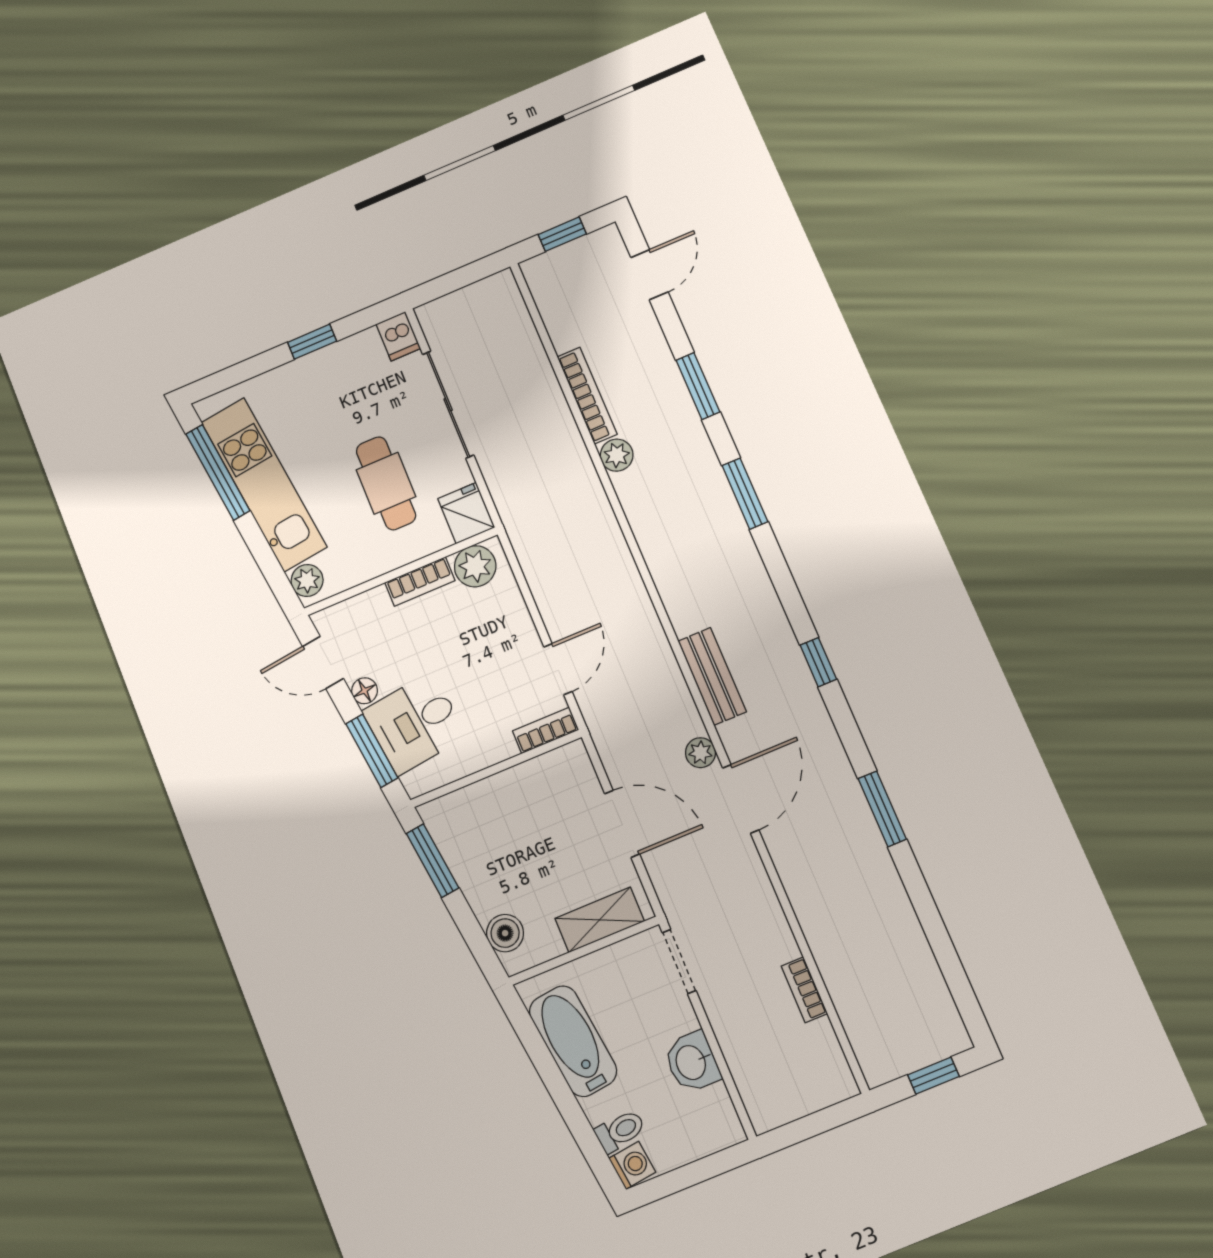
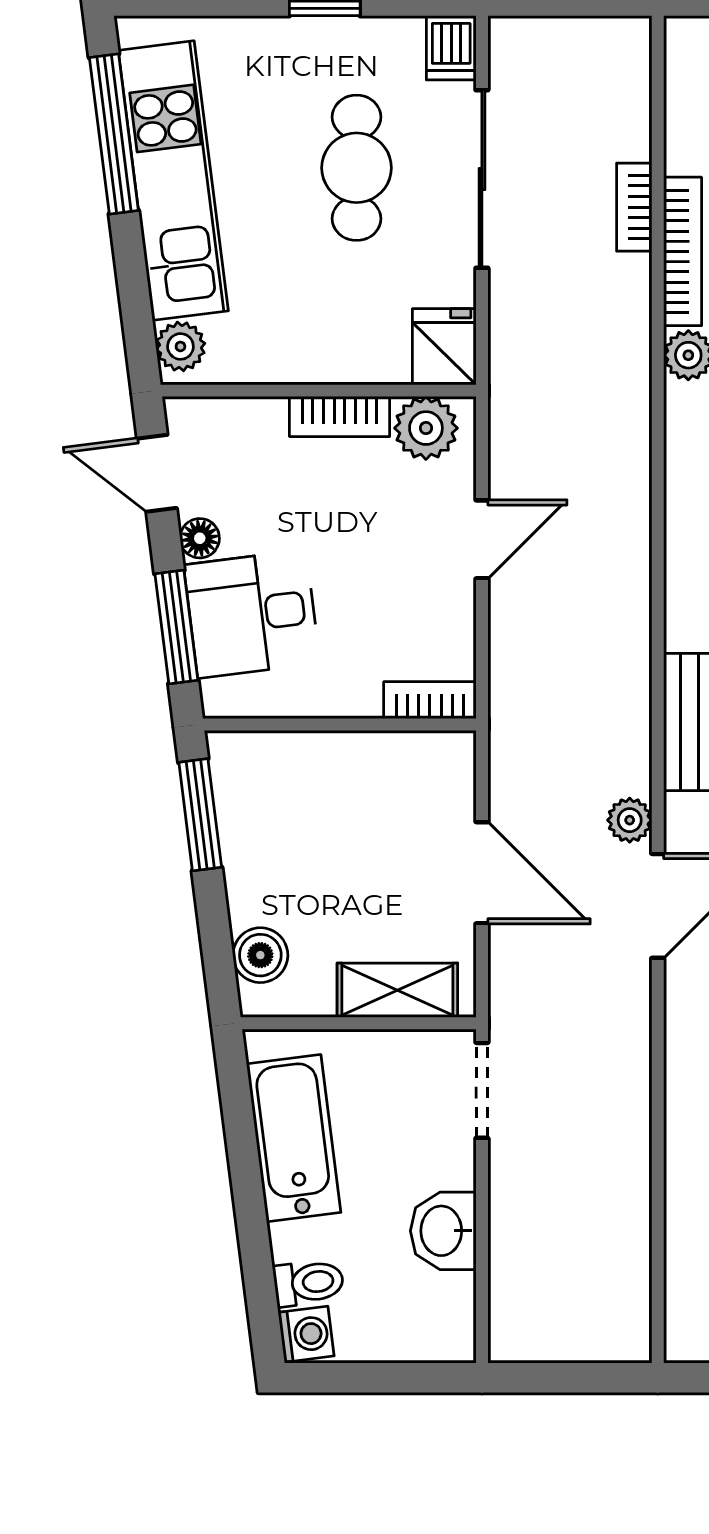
cafe table: (386, 483) -> (357, 168), moved
door: (558, 669) -> (482, 539), moved
bookcase: (804, 990) -> (634, 207), moved

